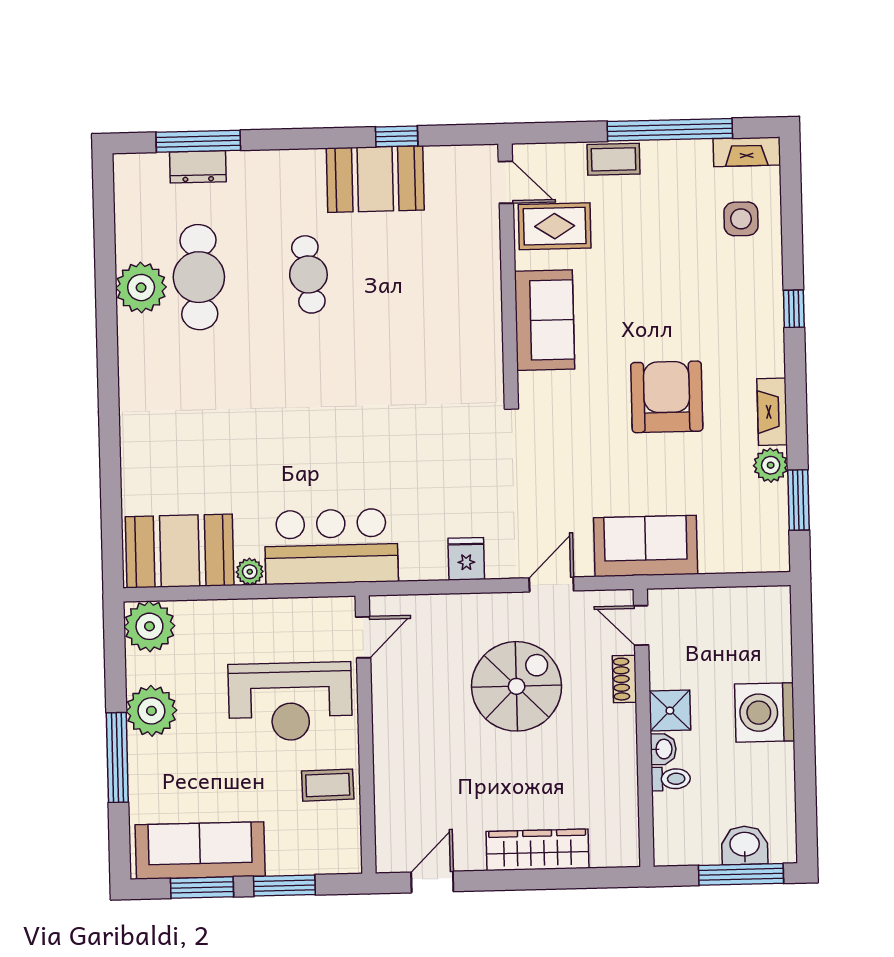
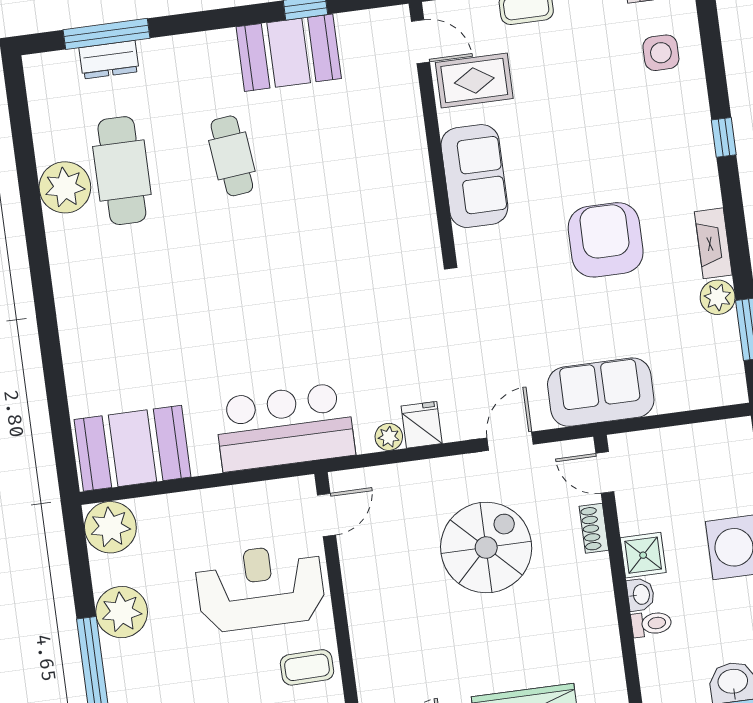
plant: (250, 572) -> (389, 437), moved
reception desk: (290, 701) -> (260, 587), turned 180

